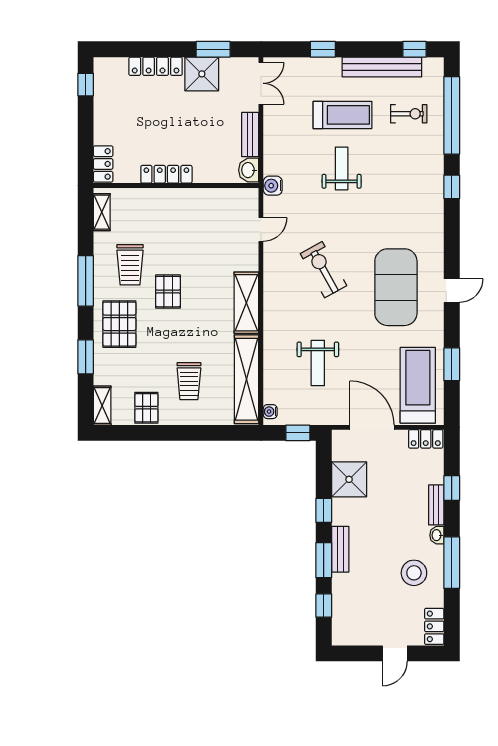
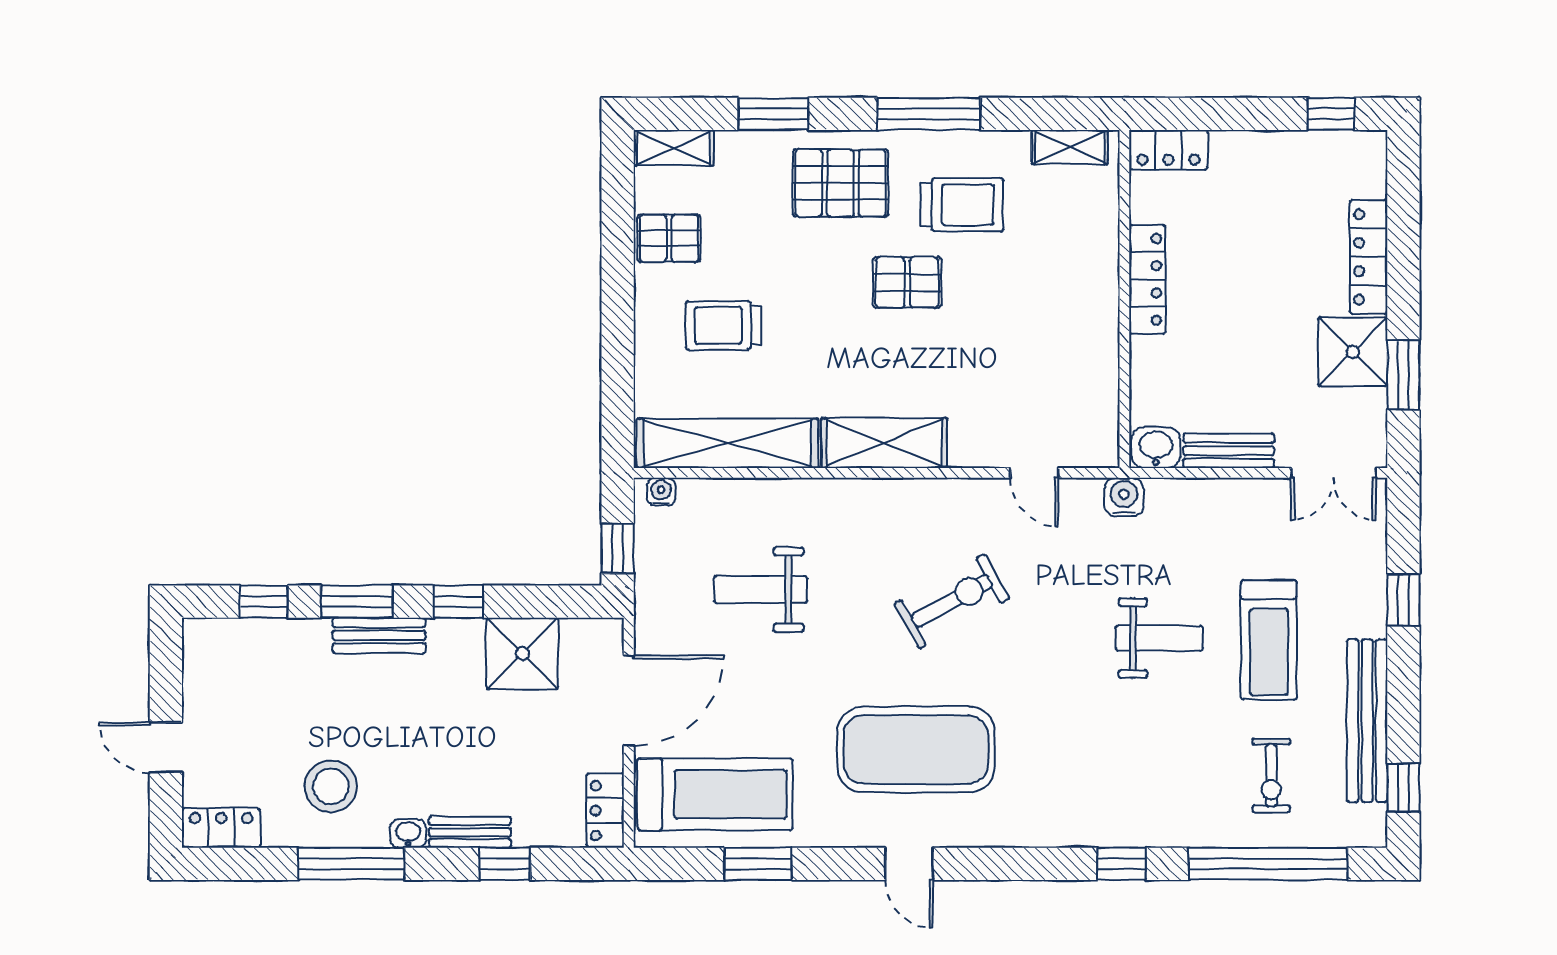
trolley: (130, 265) -> (962, 205), turned 180

